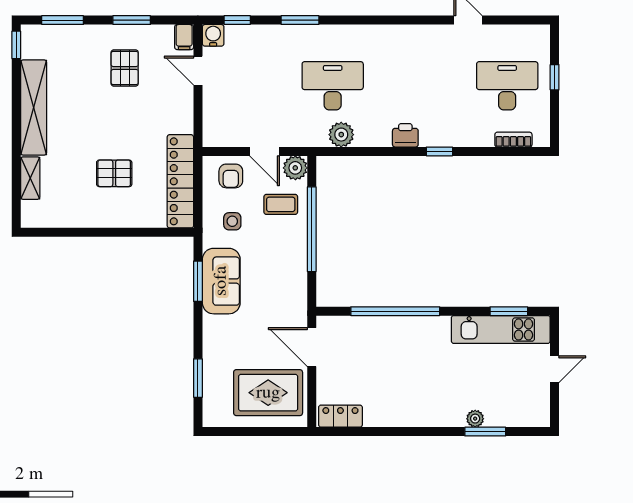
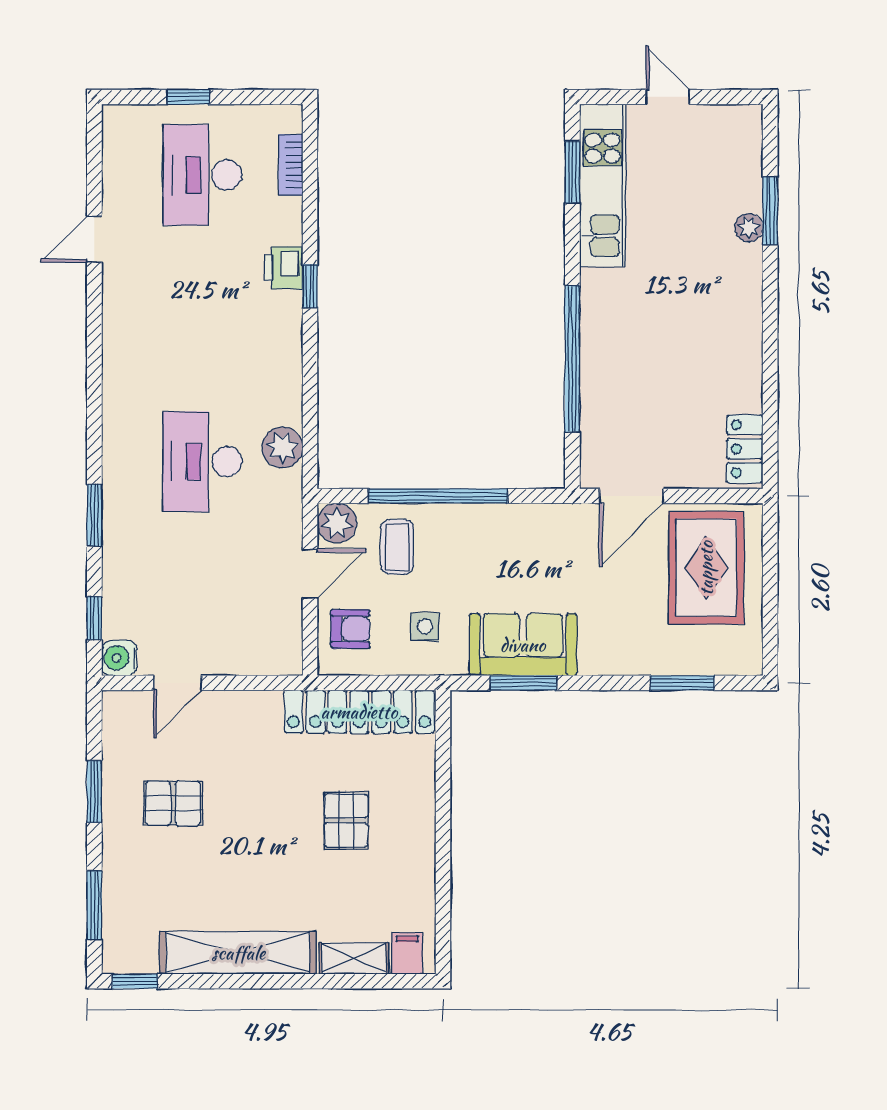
filing cabinet: (184, 37) -> (407, 953), moved, turned -90
printer: (405, 135) -> (284, 268), moved

